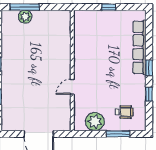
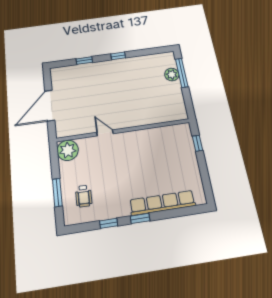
window: (109, 7) -> (197, 143), moved
plant: (95, 122) -> (68, 150), moved

